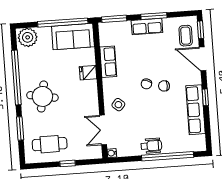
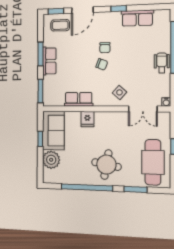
window: (63, 23) -> (40, 139), width x0.32
plant: (28, 37) -> (51, 160), moved
row of seats: (195, 110) -> (137, 18), width x0.68
cafe table: (50, 144) -> (153, 162), width x1.37, depth x1.35

